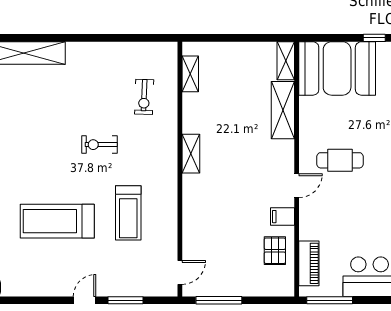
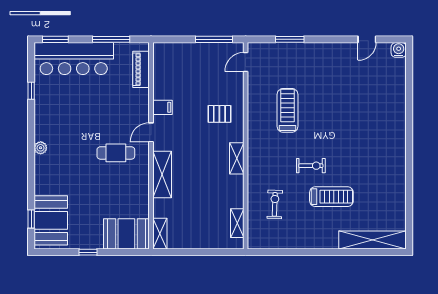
booth: (337, 68) -> (126, 234), width x0.73, depth x0.70
shelving: (283, 110) -> (162, 174), moved
treadmill: (57, 221) -> (331, 197), moved, width x0.73, depth x0.73
pallet: (275, 251) -> (219, 114), moved, turned 90
door: (85, 300) -> (367, 39), moved
window: (330, 300) -> (111, 39), moved

